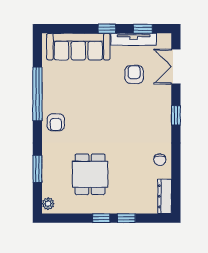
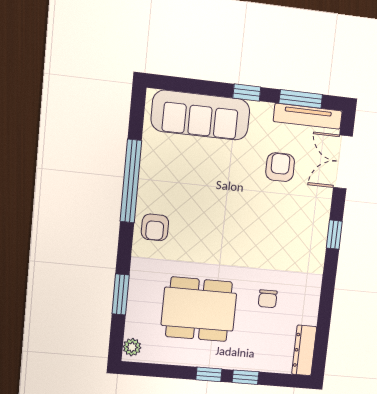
window: (143, 29) -> (301, 99), width x1.50
tv unit: (134, 39) -> (308, 116), moved
chair: (160, 160) -> (268, 299), moved
dining table: (90, 174) -> (199, 309), width x1.37

